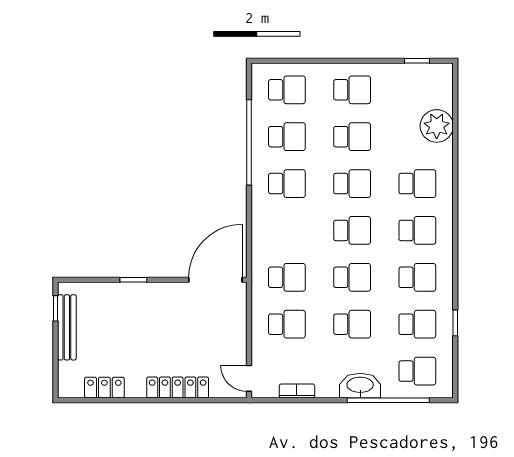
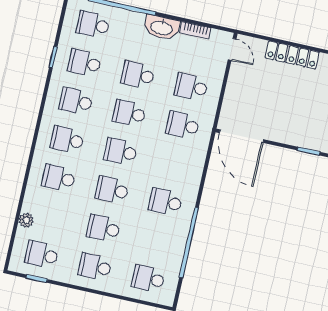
plant: (437, 126) -> (26, 220), width x0.53, depth x0.53
school desk: (287, 137) -> (42, 255), moved
door: (215, 280) -> (242, 136), hinge flipped
washbasin: (360, 386) -> (162, 27), moved

